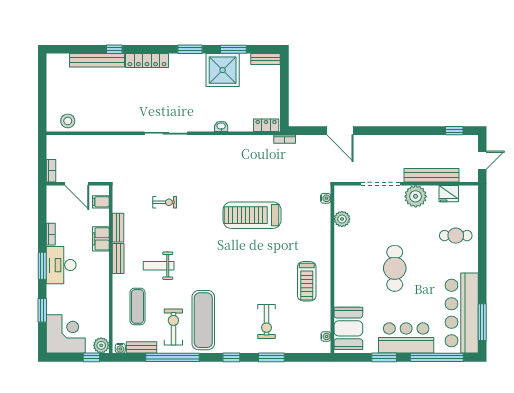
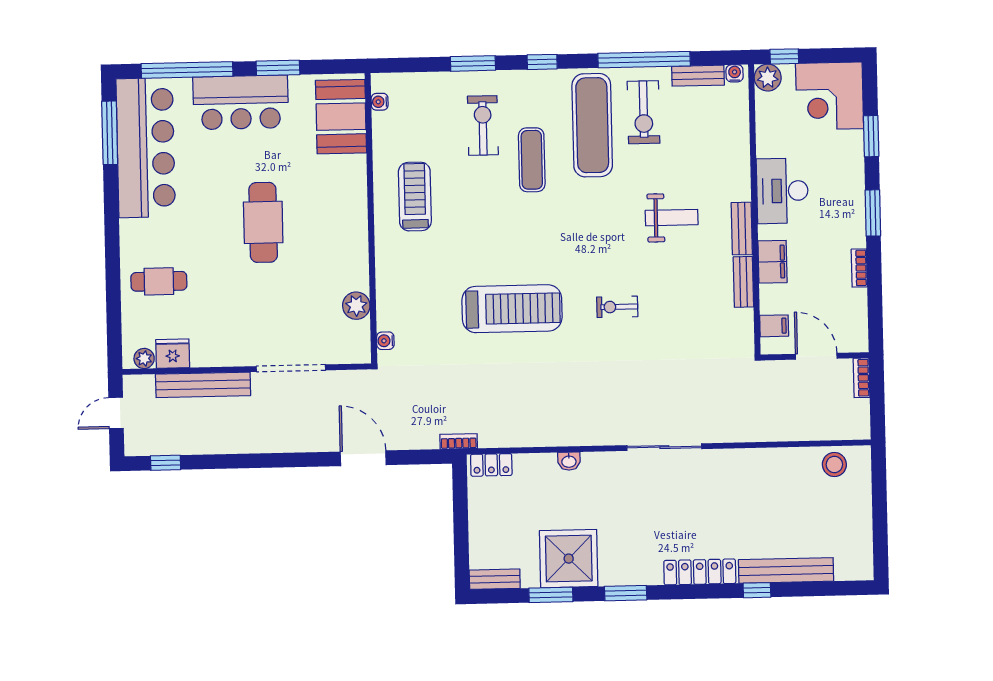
plant: (416, 196) -> (144, 358), moved, width x0.53, depth x0.53
exercise bike: (165, 202) -> (617, 307), moved
desk: (61, 265) -> (782, 191), moved, turned 180
exercise mat: (137, 306) -> (532, 160), moved

